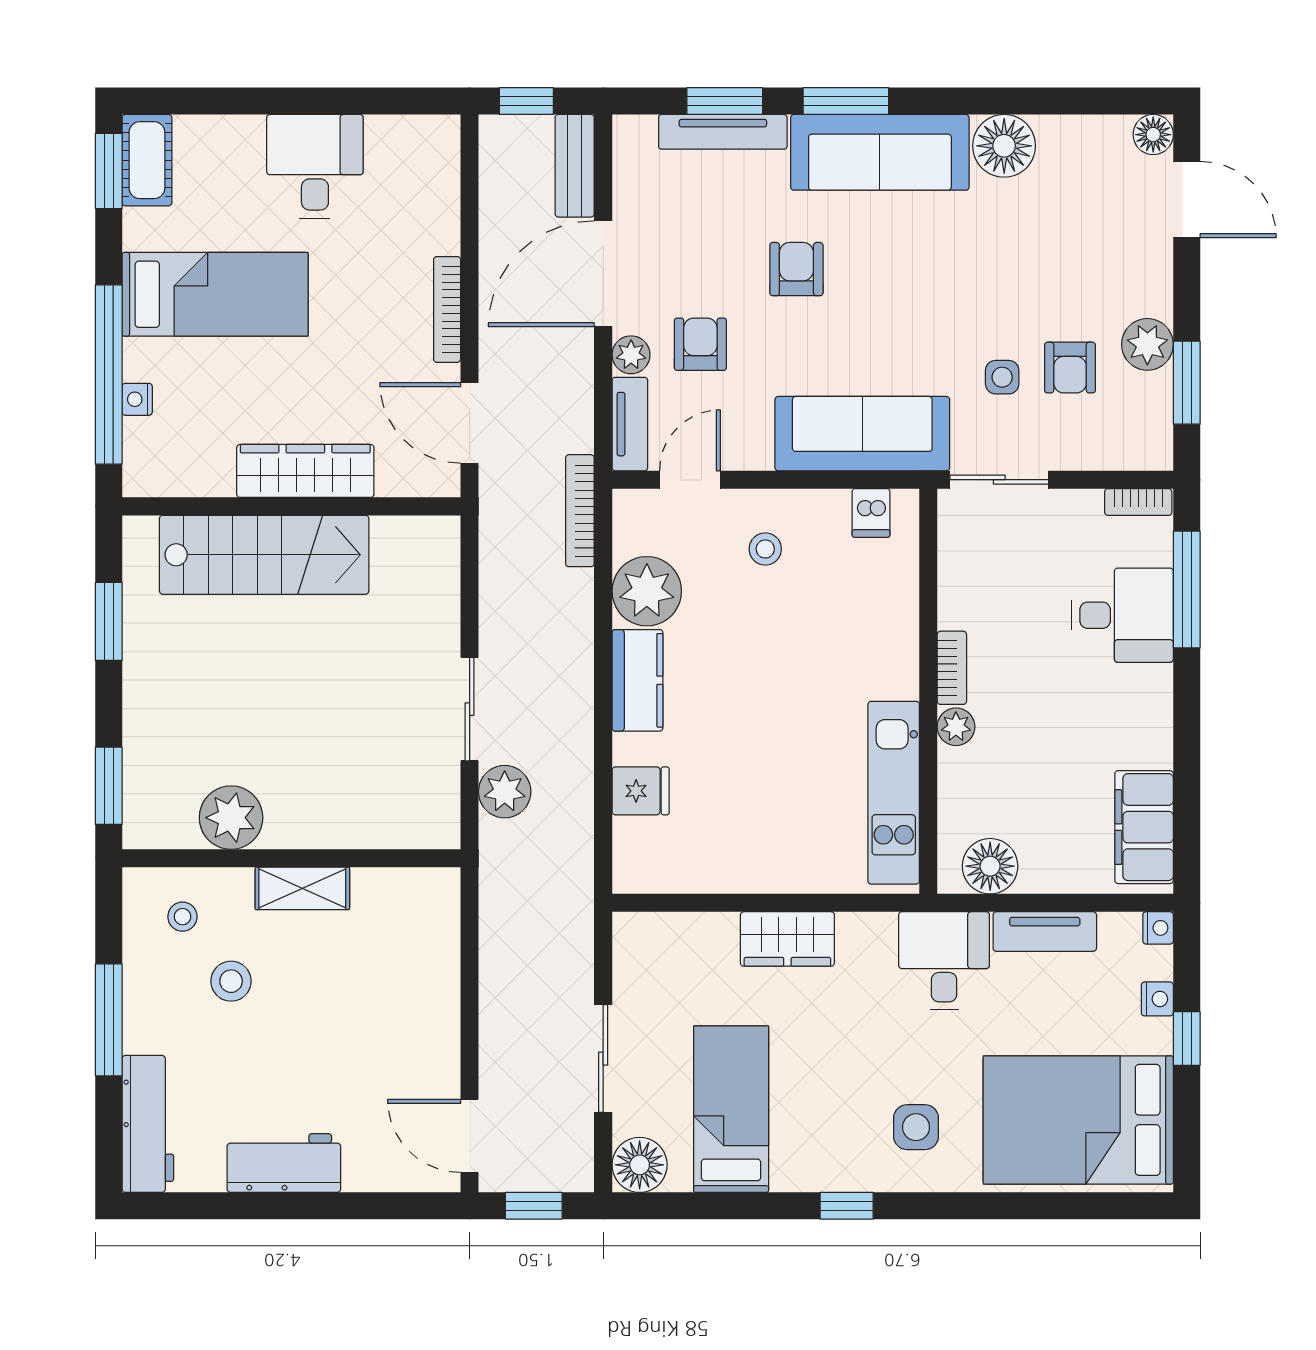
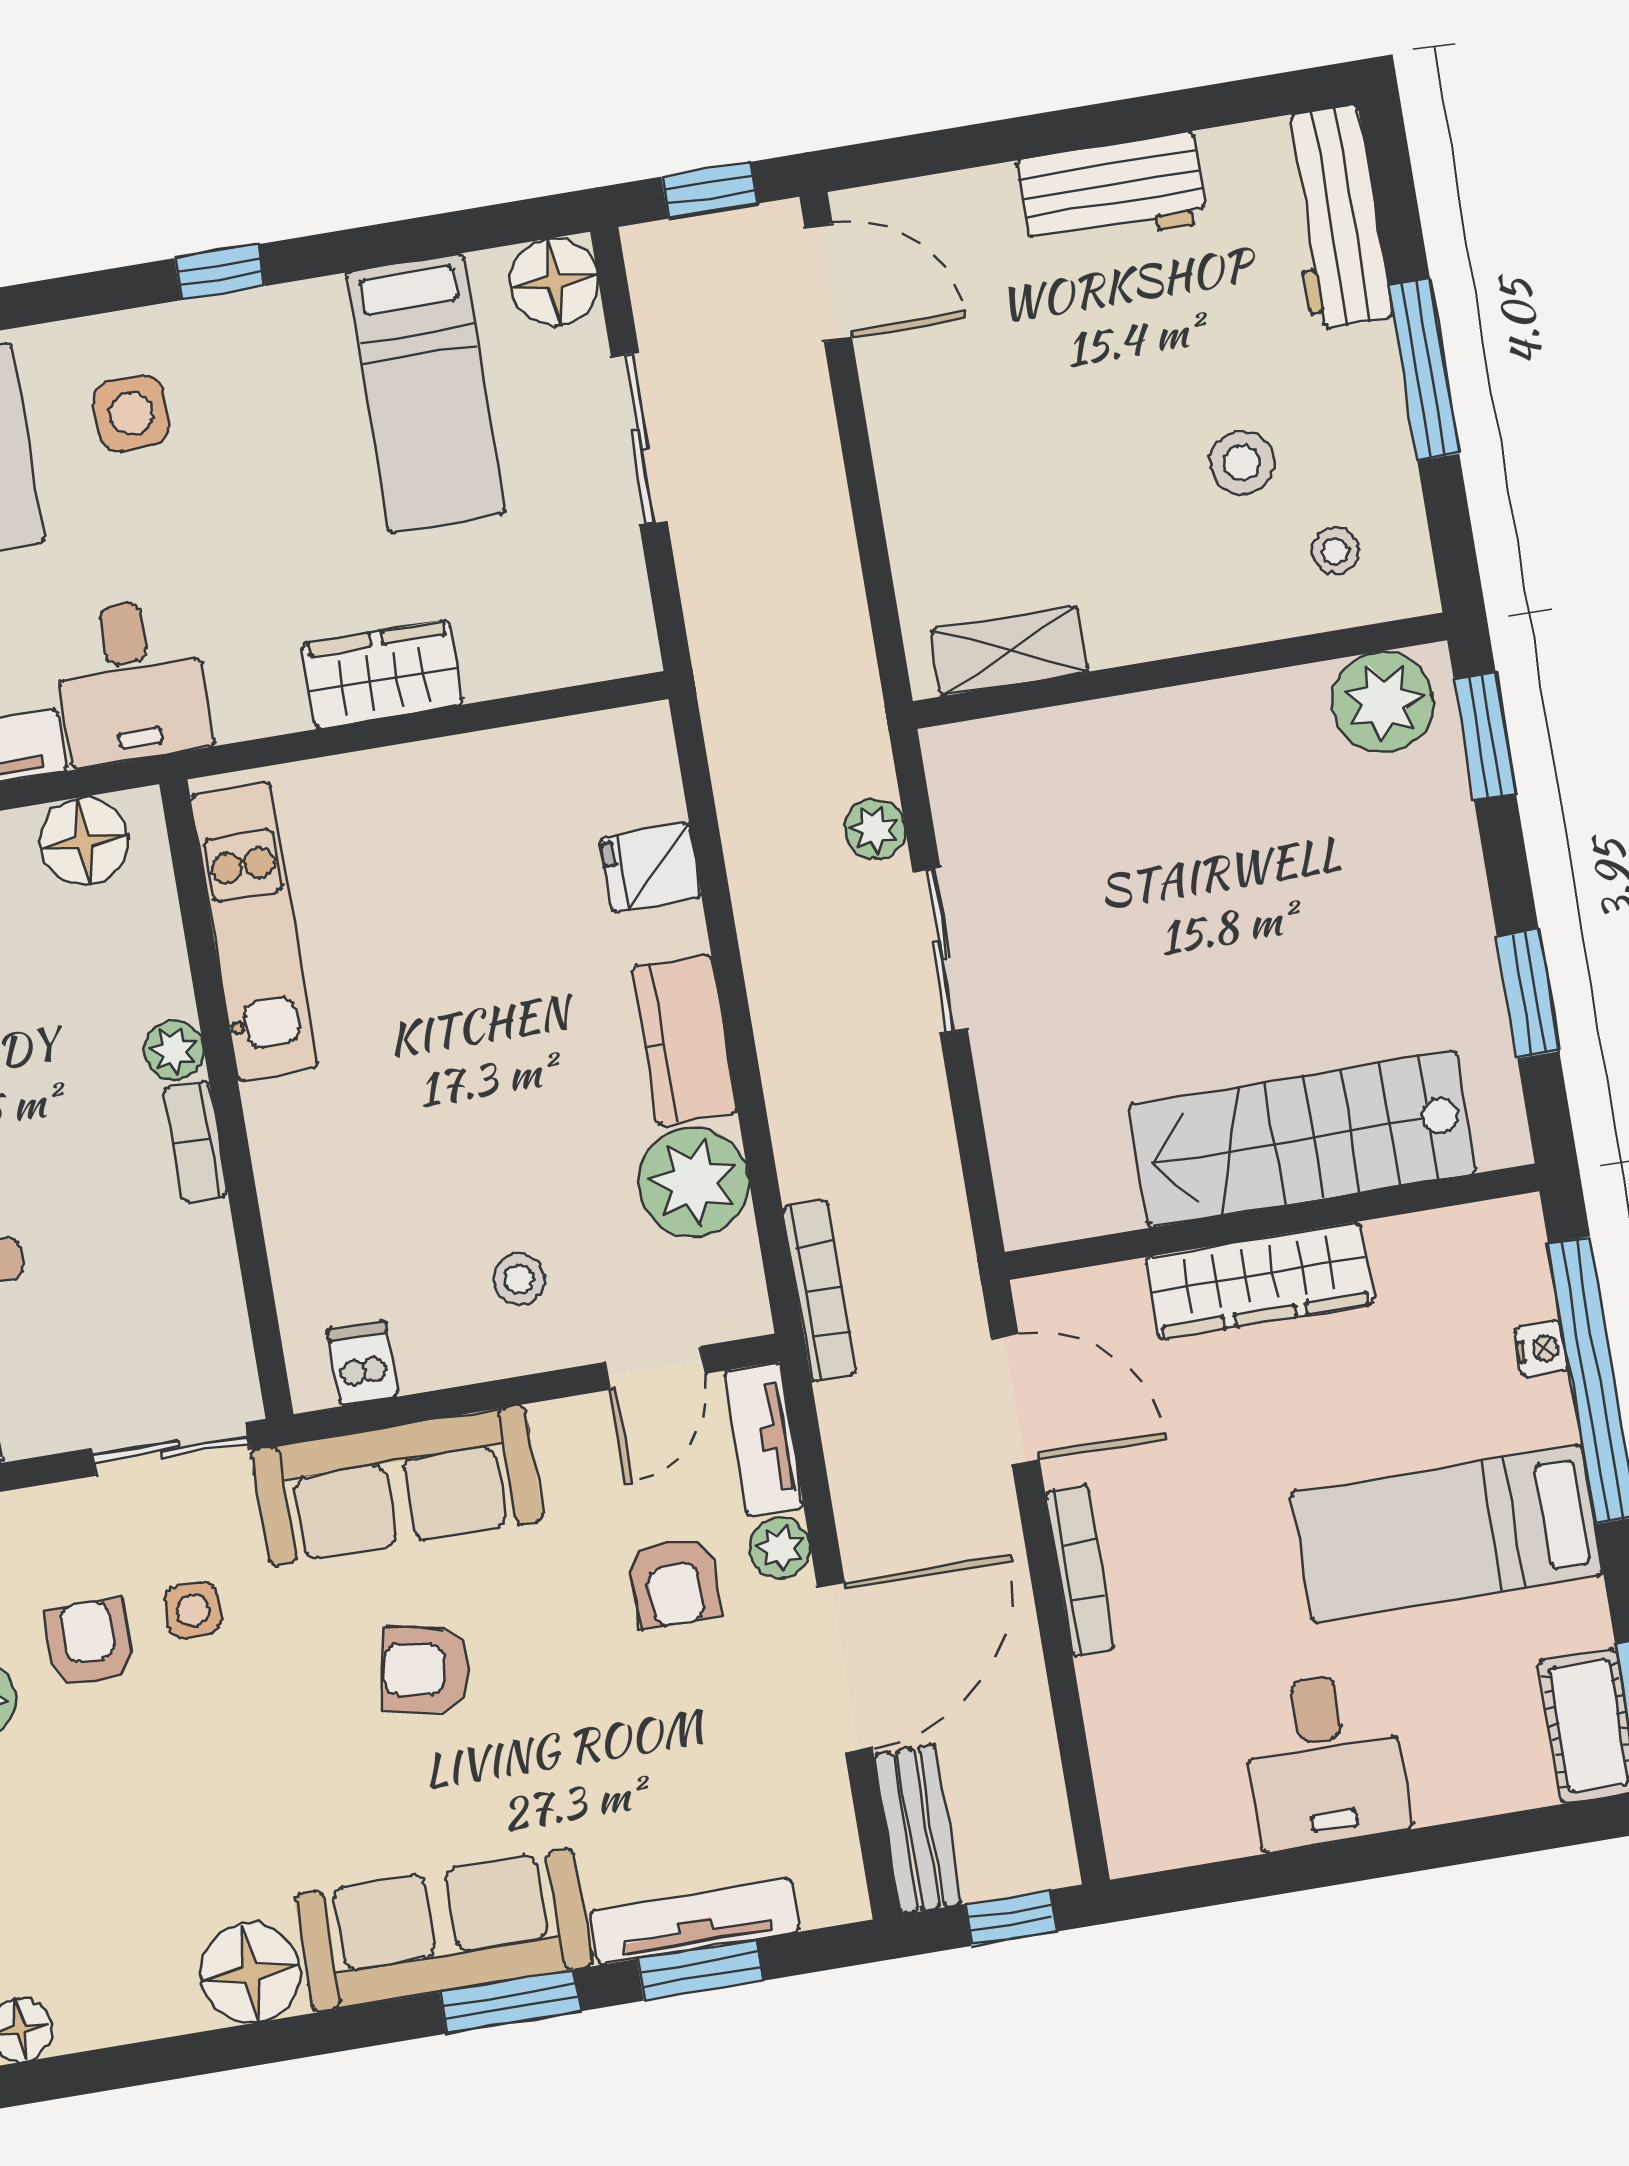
armchair: (796, 269) -> (426, 1670), moved, turned 100
plant: (505, 792) -> (875, 829), width x0.73, depth x0.73
plant: (231, 818) -> (1383, 702), moved
shelving: (302, 888) -> (1009, 651), moved

